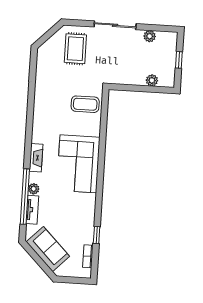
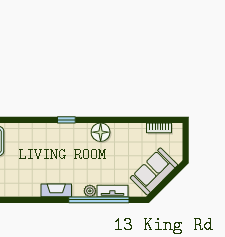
corner sofa: (78, 164) -> (60, 144), removed
floor lamp: (87, 202) -> (101, 132), added
window: (97, 235) -> (66, 120), moved

